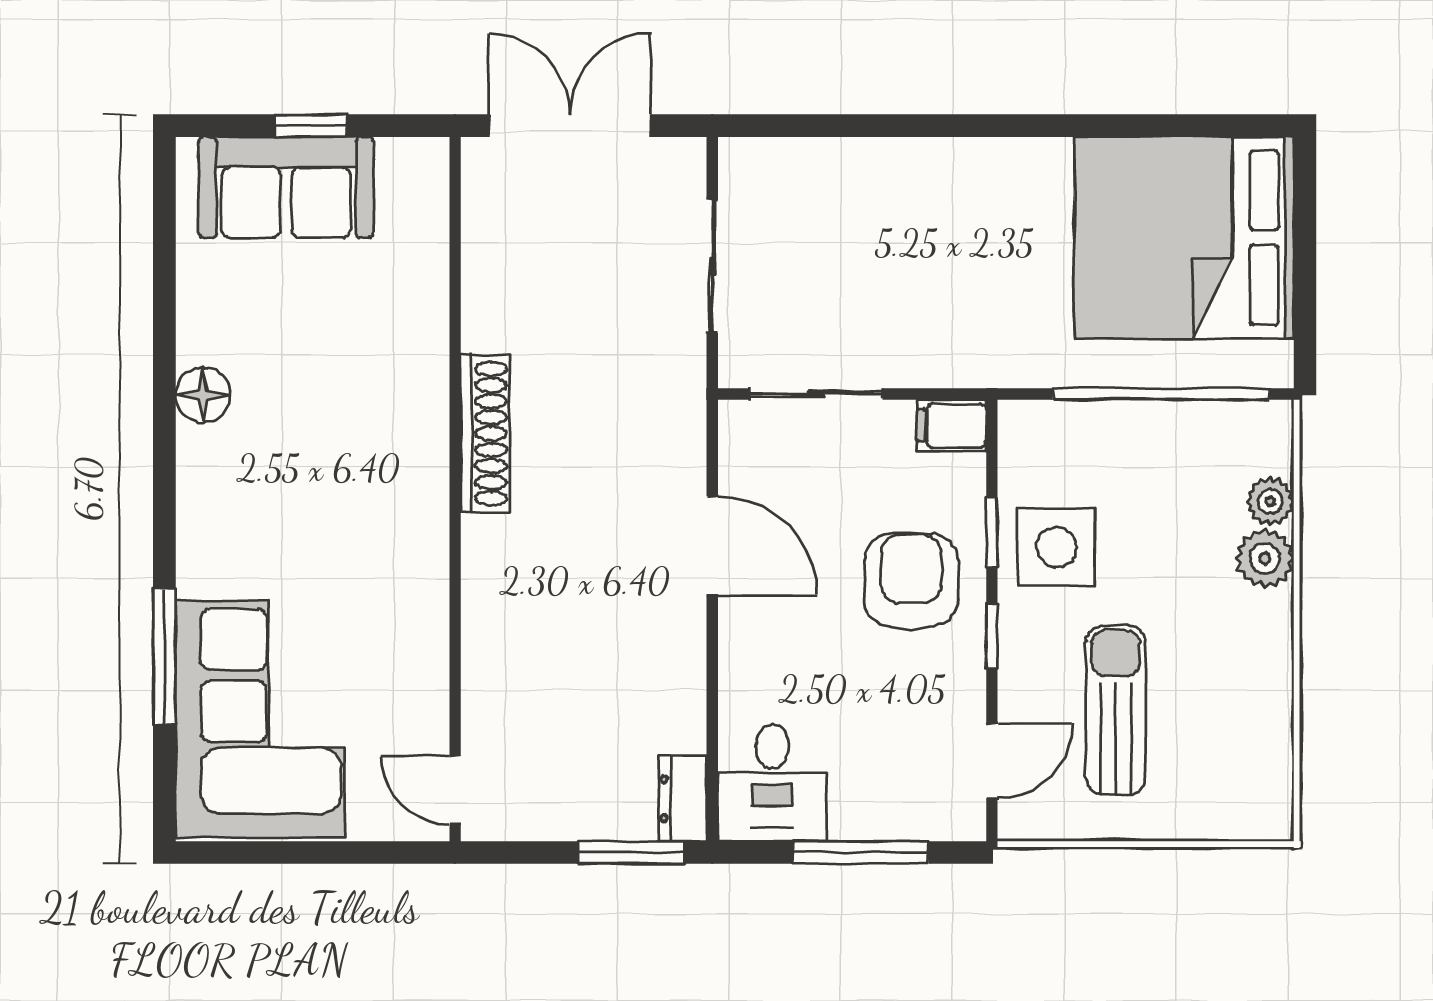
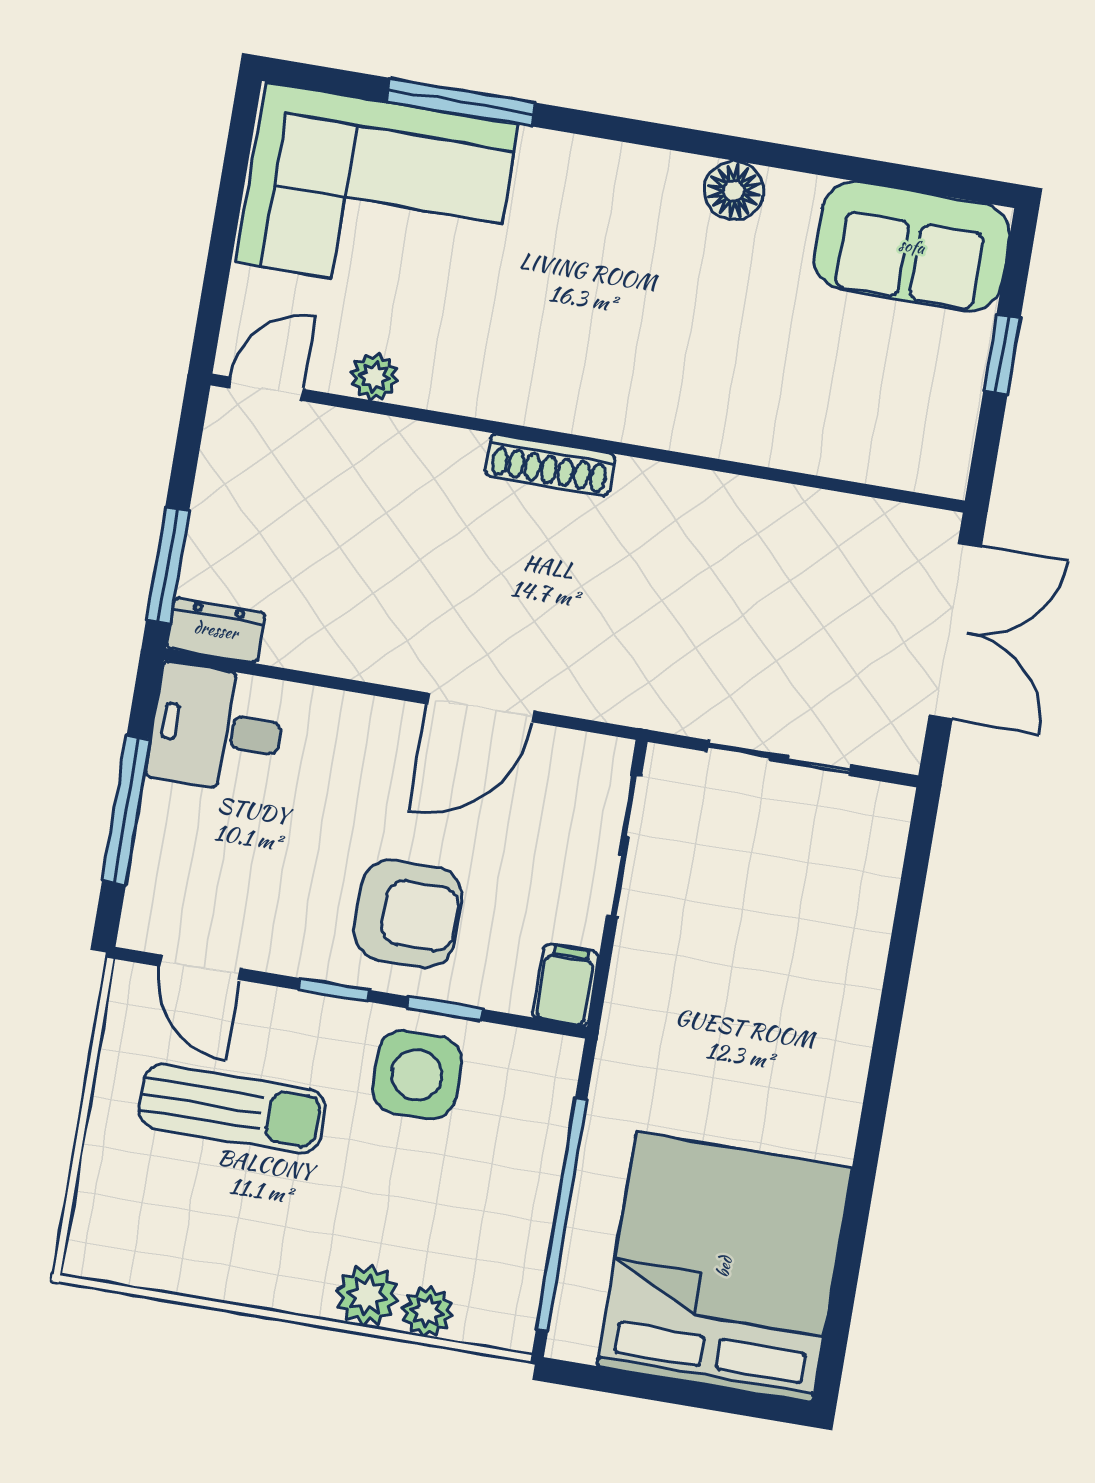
sofa: (286, 187) -> (912, 246), moved, turned -90
shoe rack: (485, 434) -> (550, 465), moved, width x0.74, depth x0.81
plant: (428, 693) -> (374, 377), added

